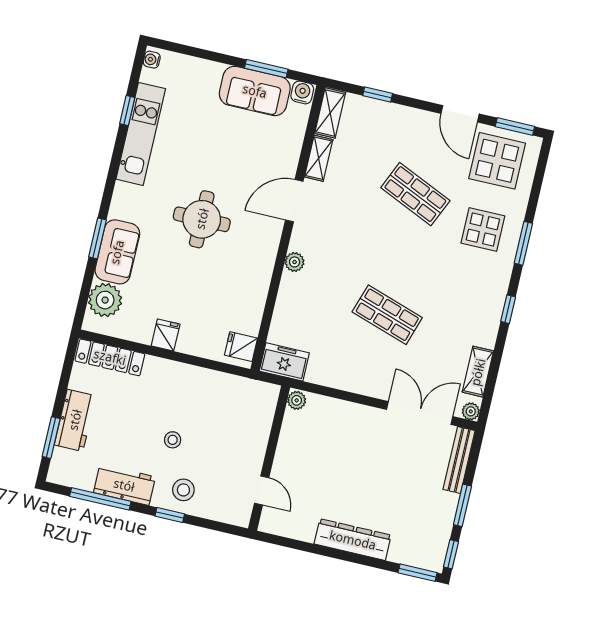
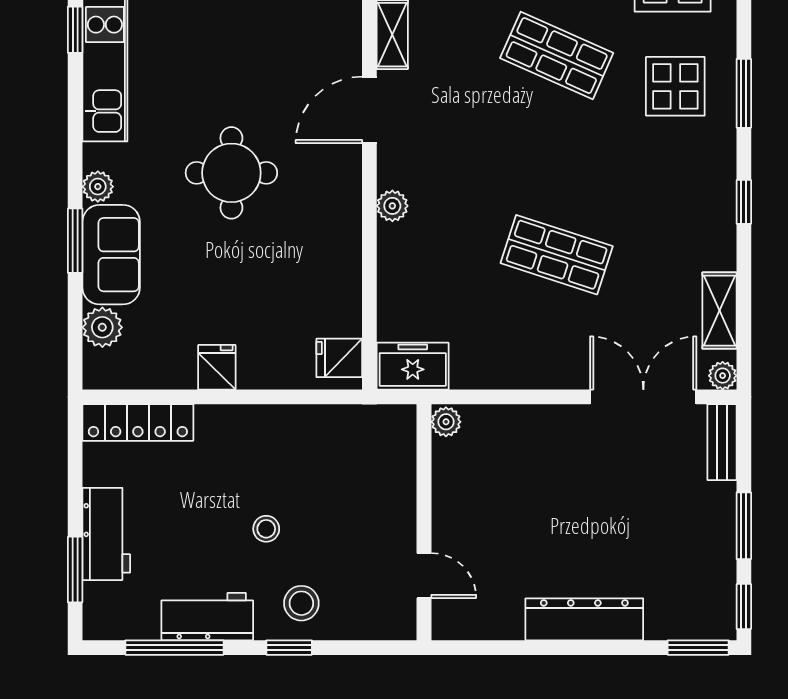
plant: (119, 209) -> (98, 187), added
plant: (105, 300) -> (102, 327), width x0.73, depth x0.73
bench: (459, 460) -> (722, 442), width x0.73

